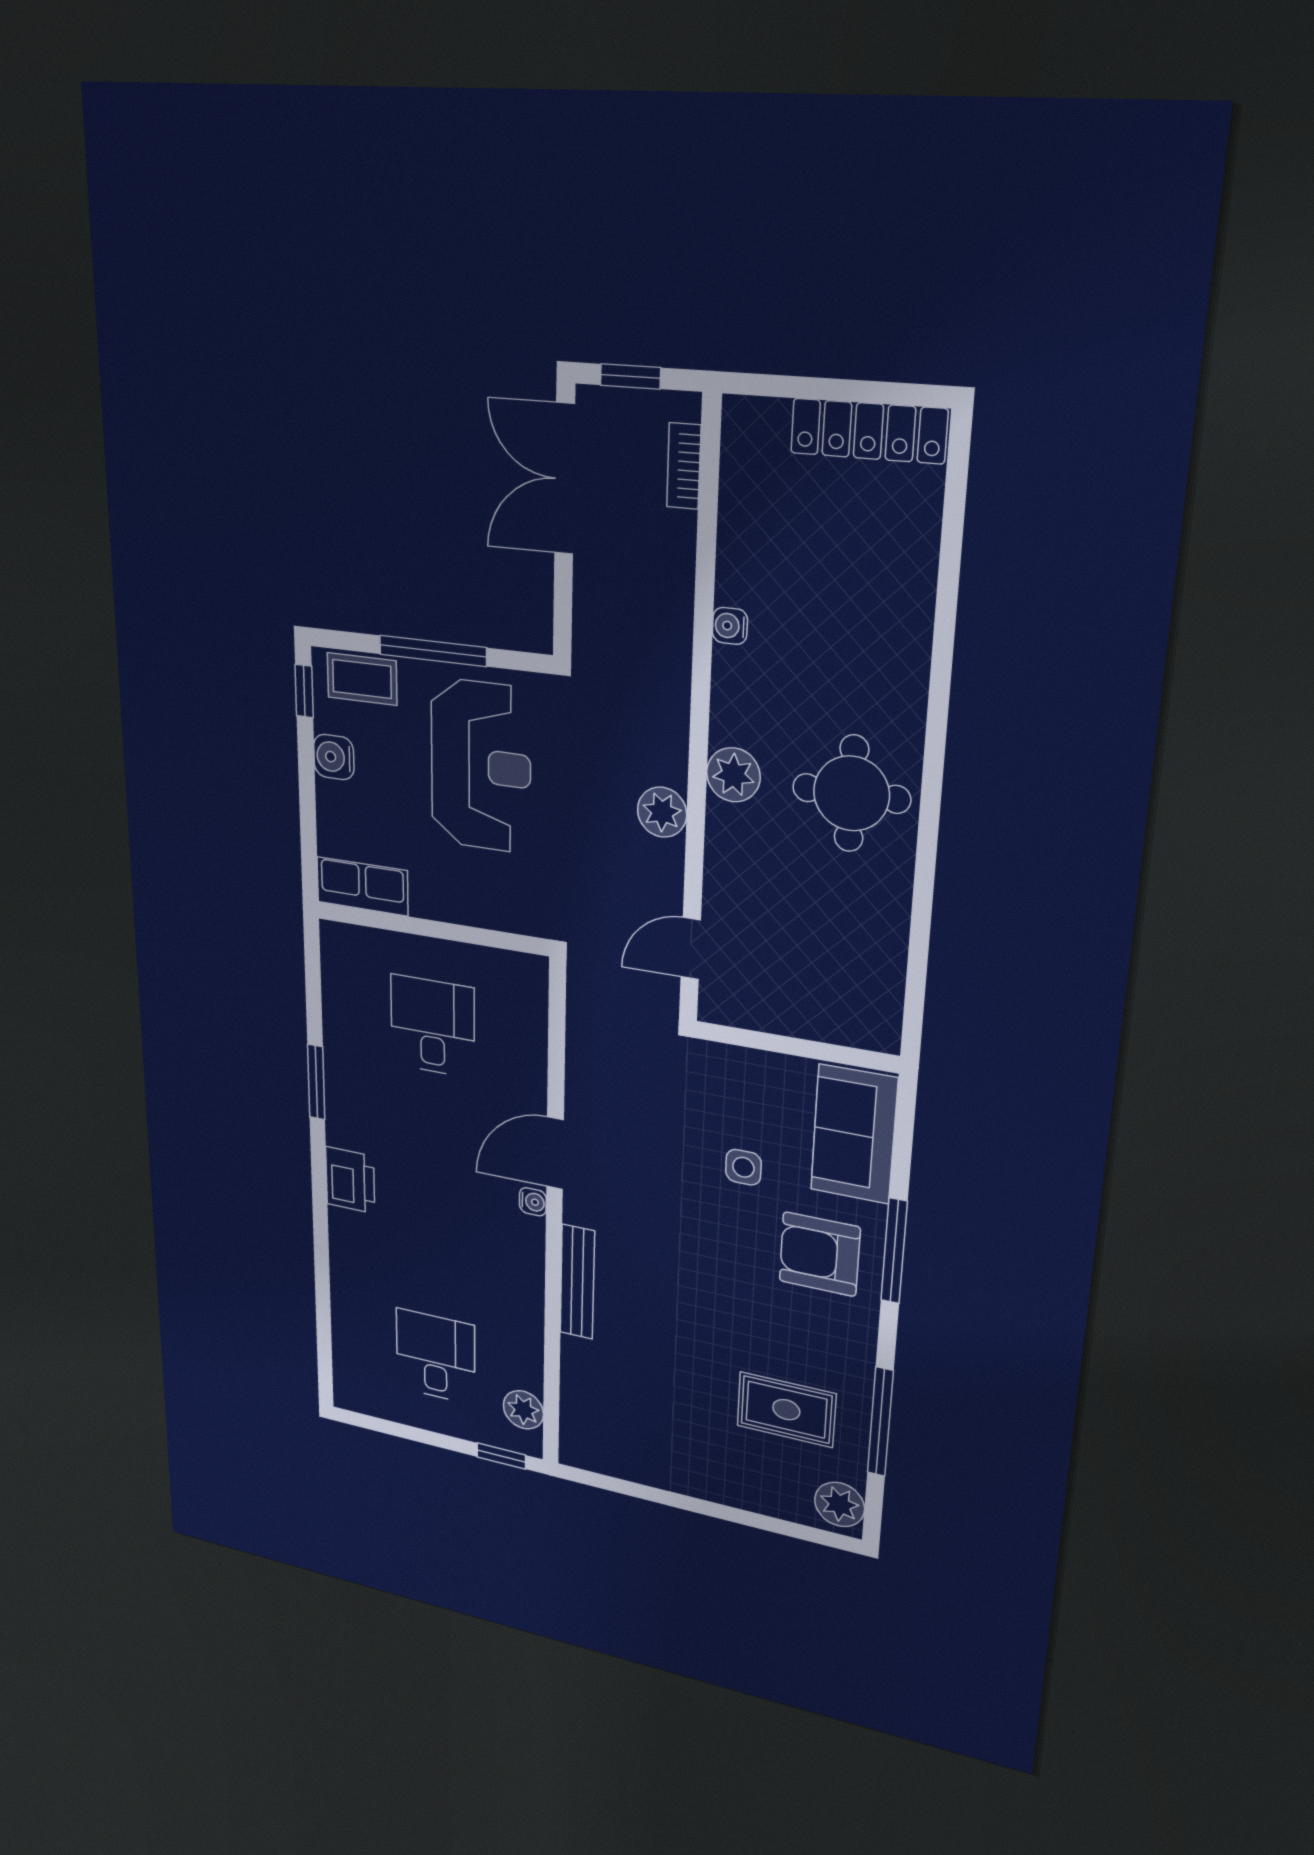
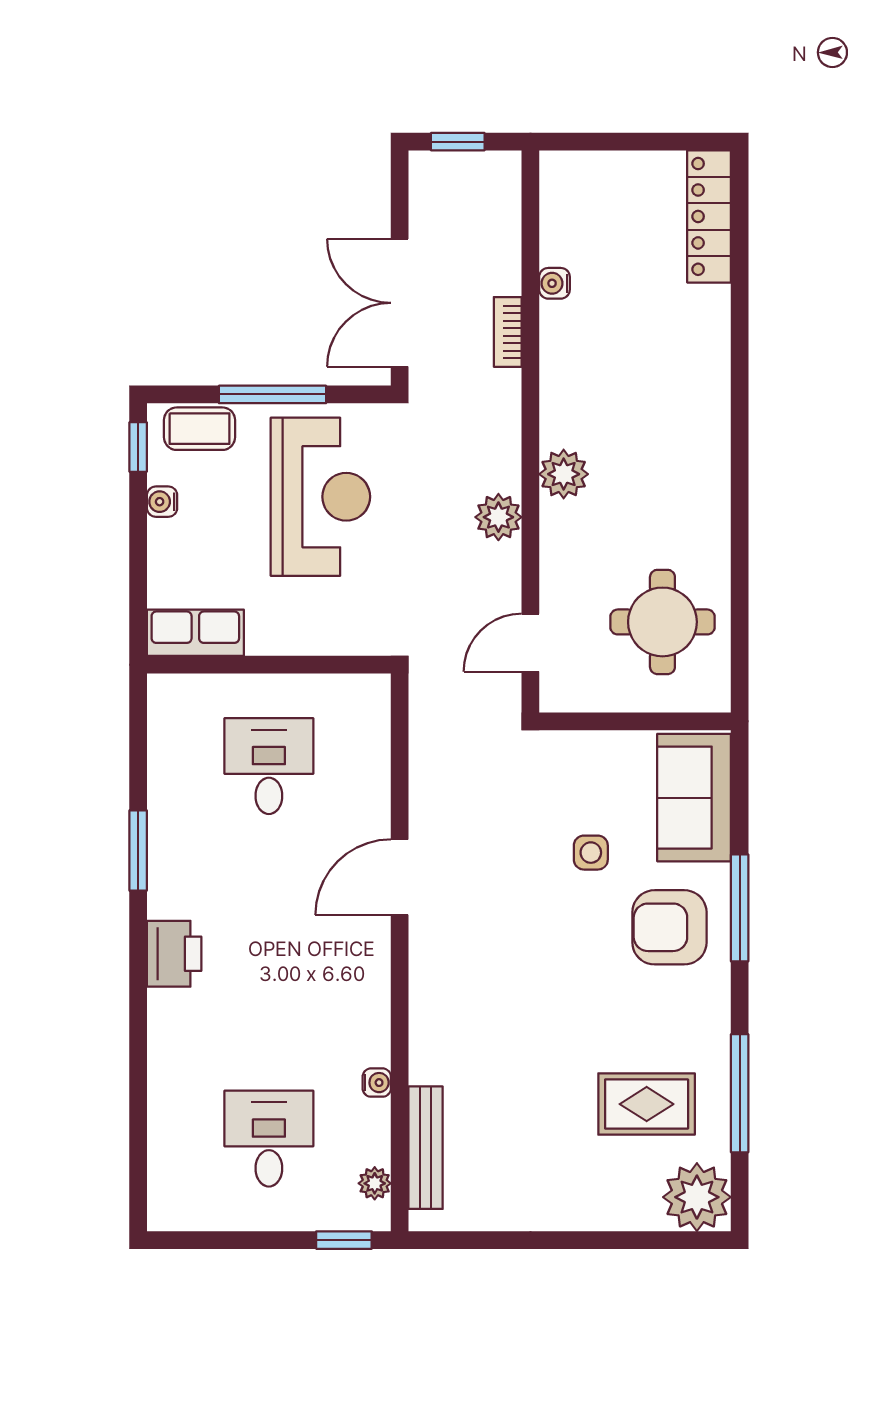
locker: (869, 431) -> (709, 216), moved, turned 90
bookcase: (684, 466) -> (508, 332), moved
double door: (565, 479) -> (400, 303), moved
water cooler: (730, 626) -> (554, 283), moved
water cooler: (334, 757) -> (162, 502), width x0.72, depth x0.72
round table: (851, 793) -> (662, 622), moved
water cooler: (533, 1202) -> (377, 1083), moved
bench: (577, 1282) -> (426, 1148), moved
plant: (523, 1410) -> (375, 1183), width x0.73, depth x0.73
plant: (840, 1504) -> (697, 1197), width x1.36, depth x1.36

